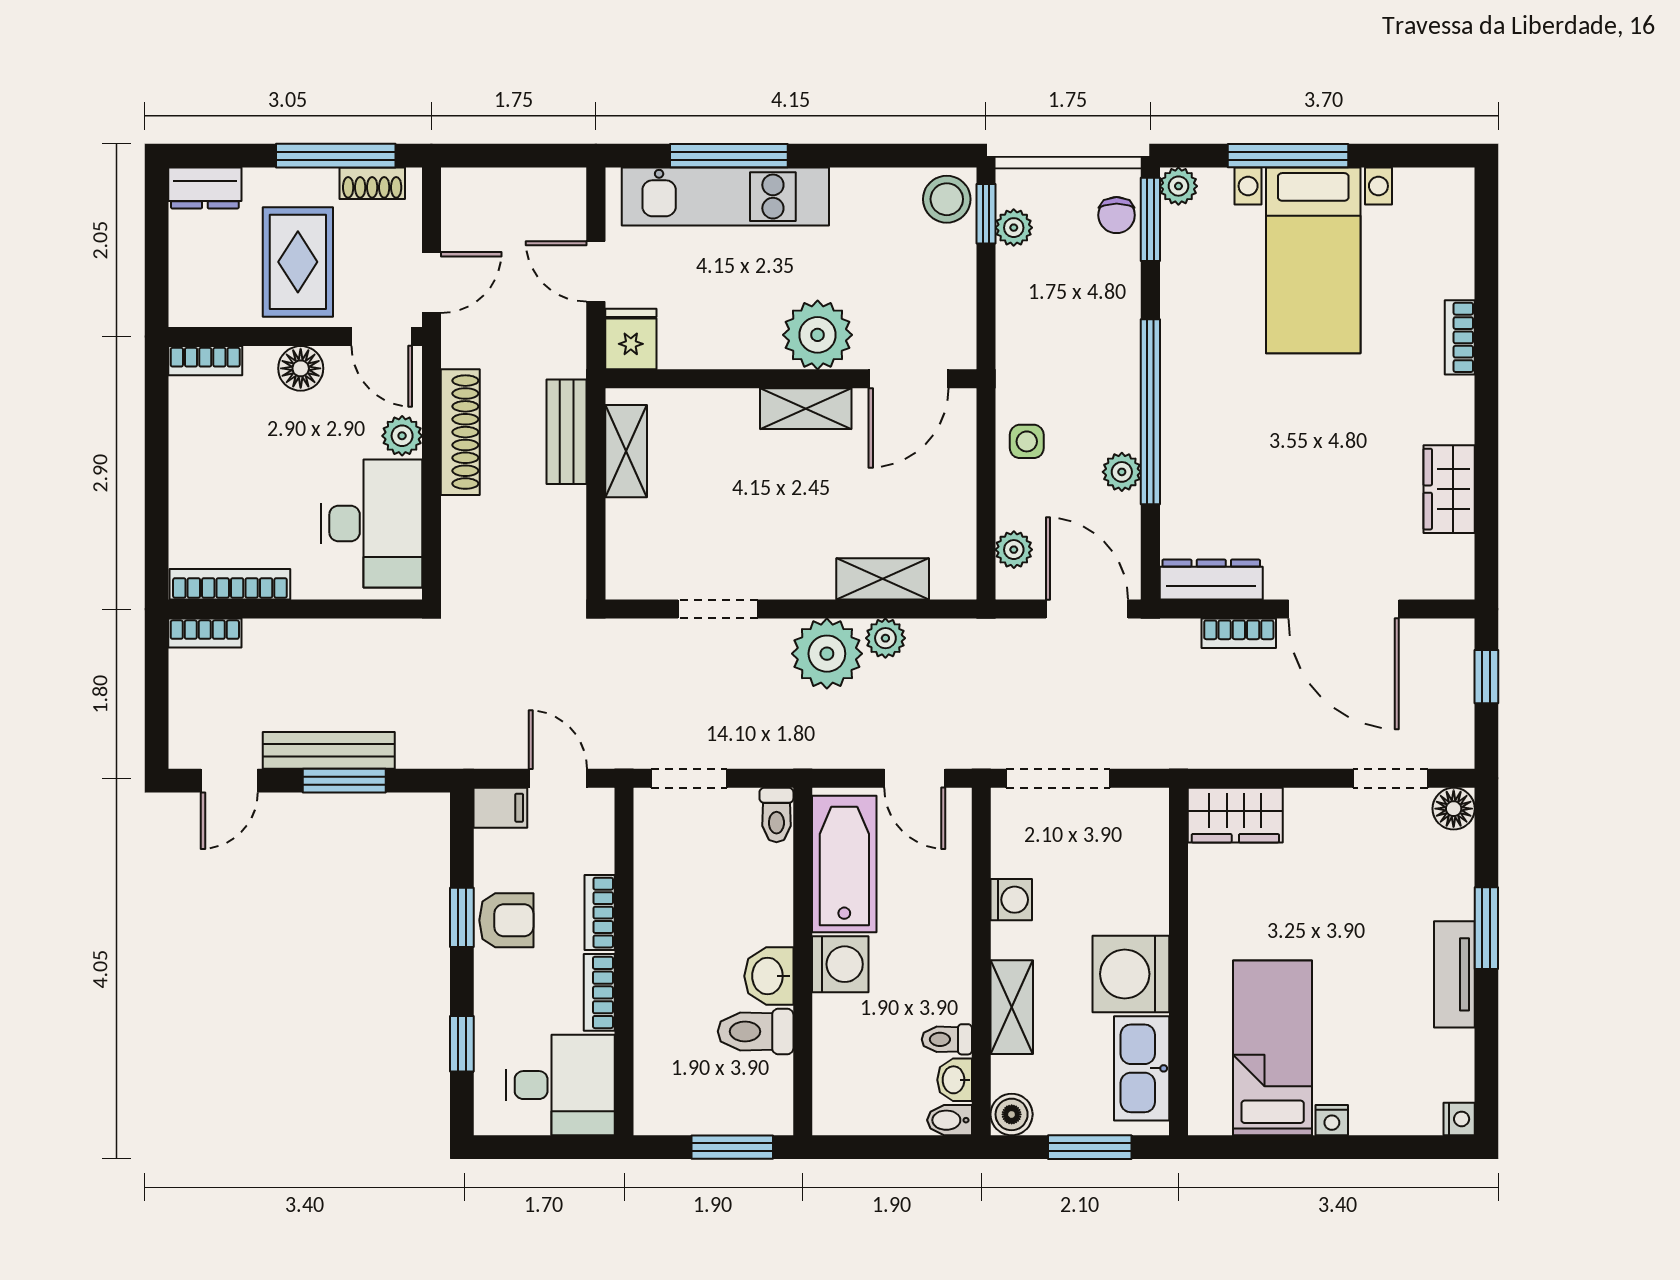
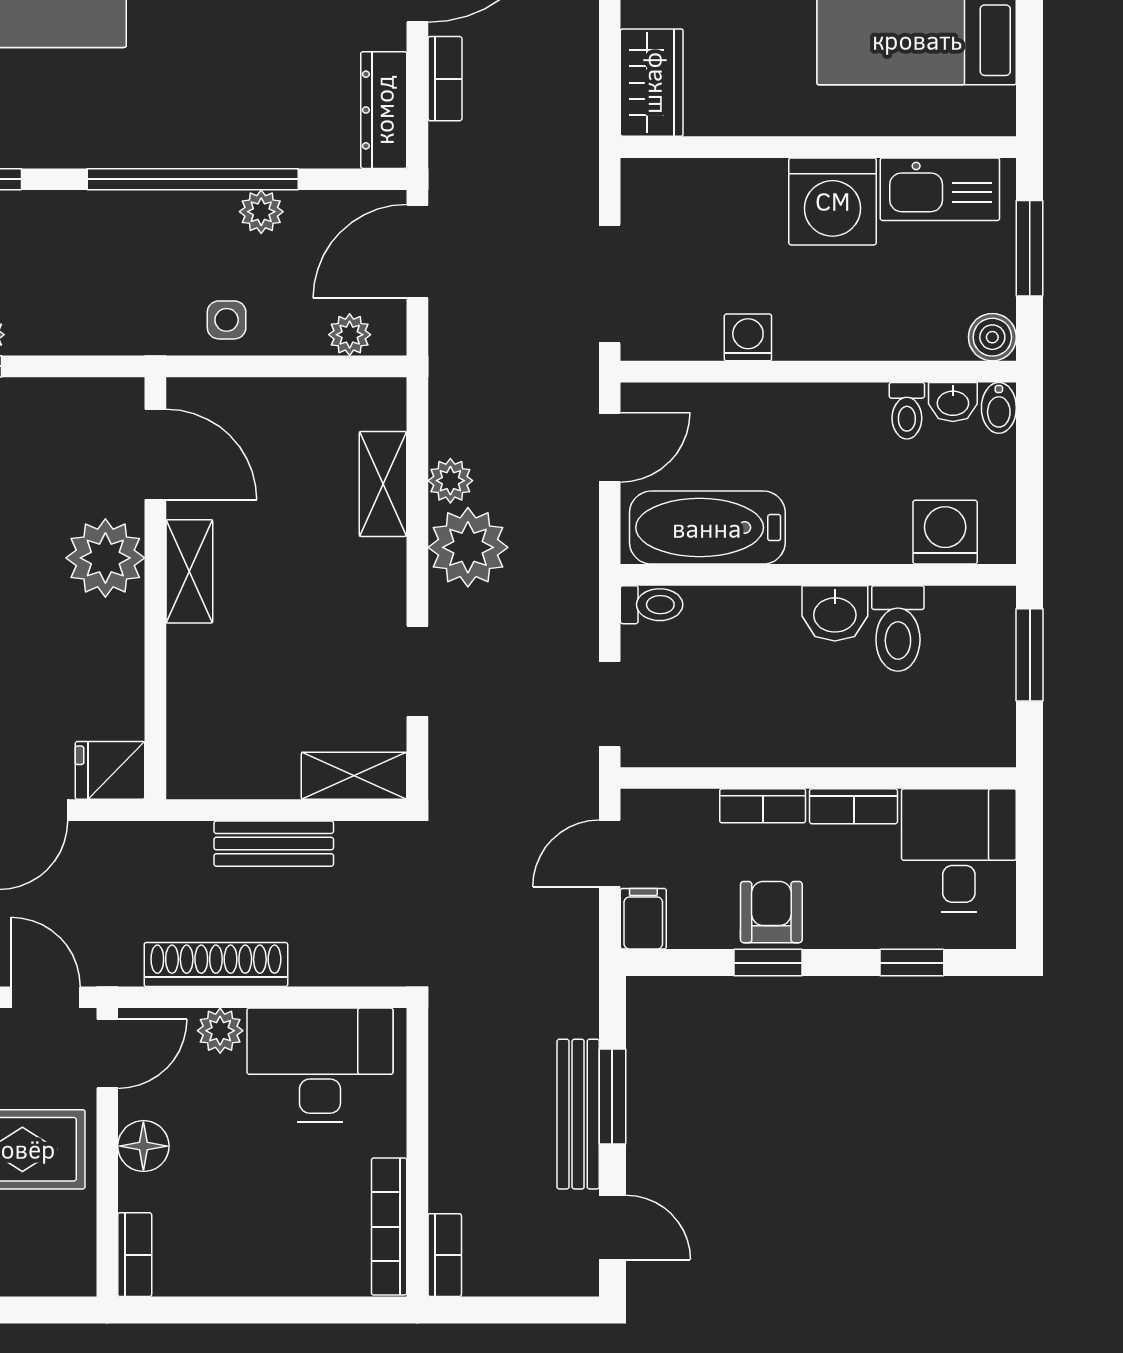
bench: (567, 432) -> (274, 844), moved
shelving: (626, 451) -> (354, 776), moved
washing machine: (840, 964) -> (945, 532), moved
shelving: (1012, 1007) -> (870, 337), removed

